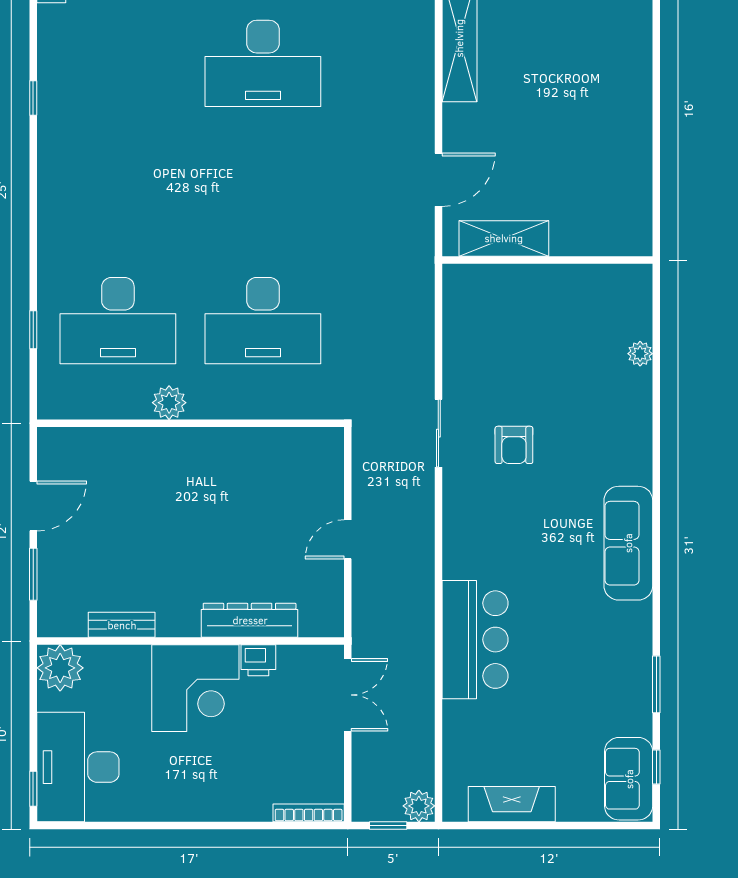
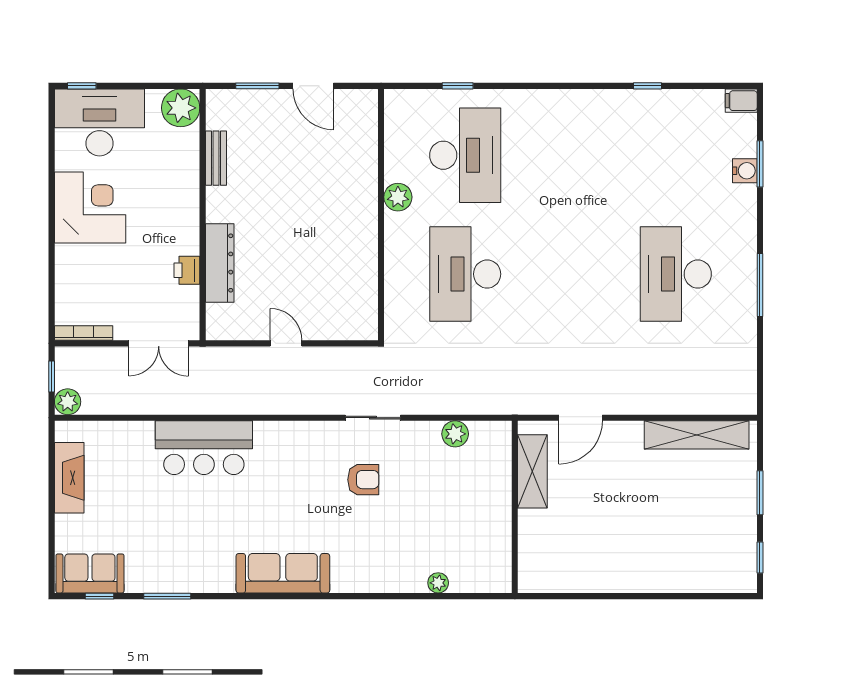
door: (438, 180) -> (581, 418), hinge flipped
desk: (118, 321) -> (465, 155), turned 180
plant: (458, 333) -> (455, 434), added
armchair: (514, 445) -> (363, 480), turned 180
corner desk: (195, 688) -> (90, 207), moved, turned 180
bookcase: (309, 813) -> (84, 333), moved, turned -90

